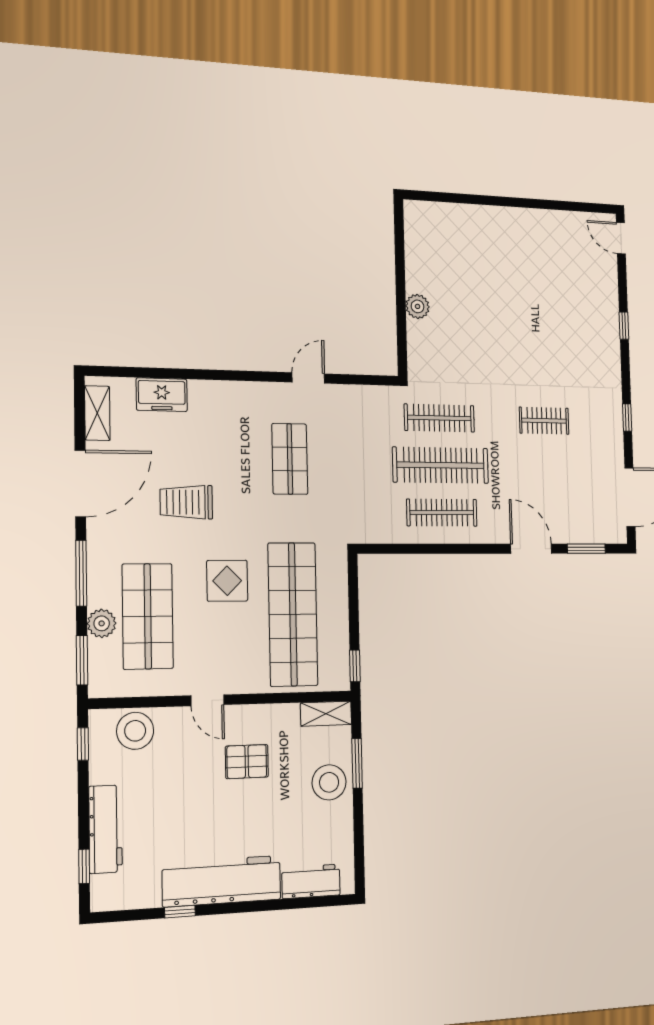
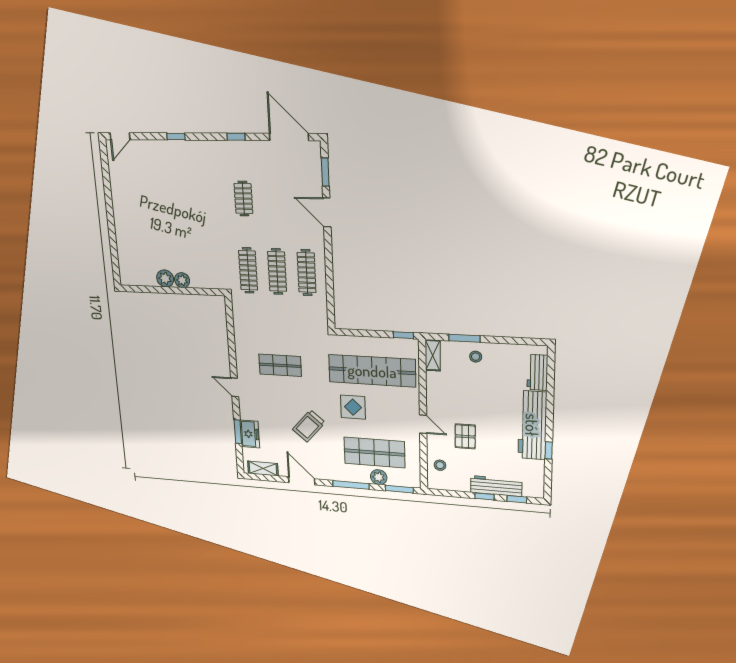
plant: (418, 278) -> (165, 278), added
window: (164, 373) -> (238, 432), added
door: (308, 378) -> (235, 387), moved
clothes rail: (441, 465) -> (277, 271), width x0.73, depth x0.76
door: (80, 483) -> (302, 481), width x0.73
trolley: (186, 502) -> (309, 426), turned 41
door: (531, 549) -> (327, 212), hinge flipped
door: (207, 700) -> (423, 424), hinge flipped
stool: (135, 731) -> (440, 465), width x0.53, depth x0.53
window: (83, 744) -> (484, 496), moved
pallet: (247, 762) -> (465, 436), moved
stool: (329, 782) -> (476, 357), width x0.53, depth x0.53

